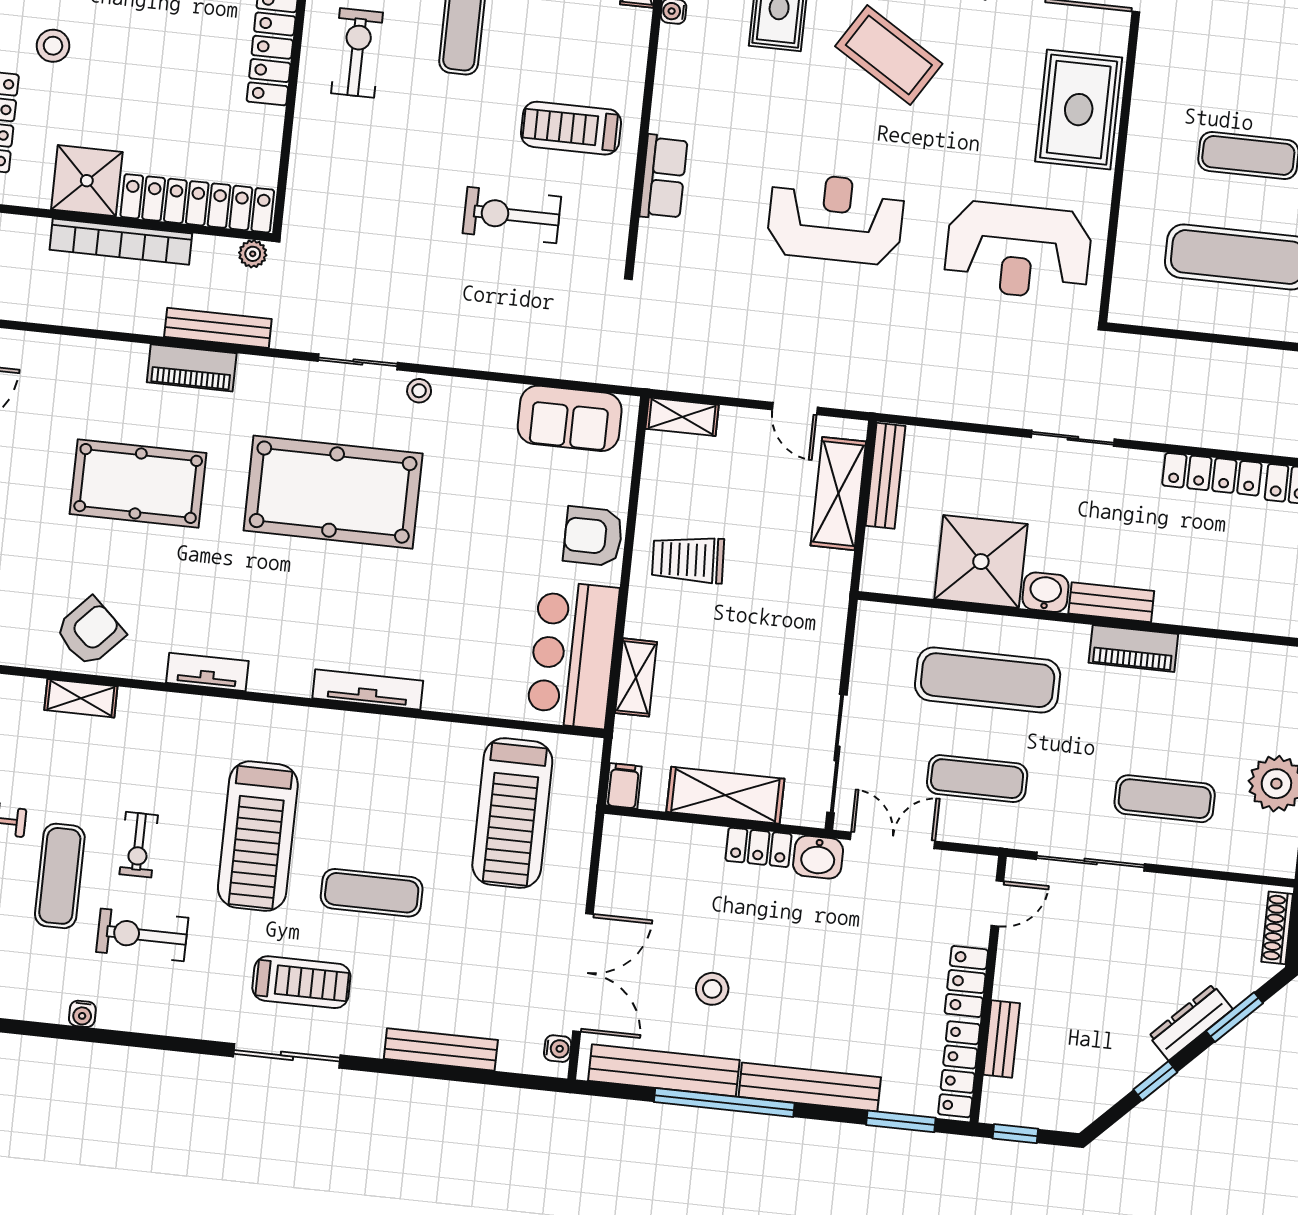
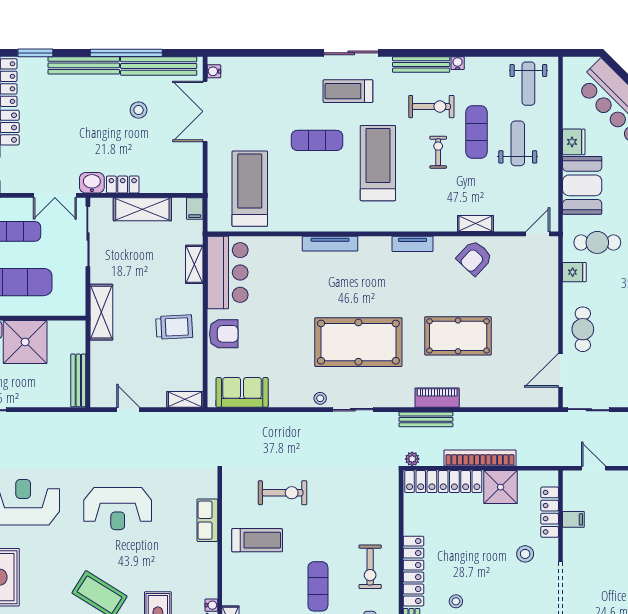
shelving: (838, 494) -> (101, 312), moved
bench: (441, 1049) -> (421, 64), moved

